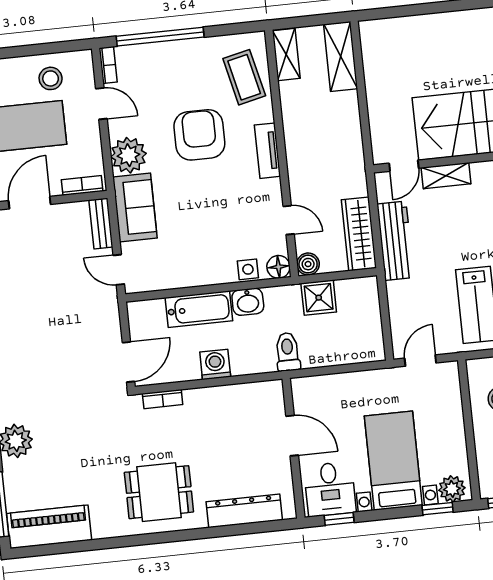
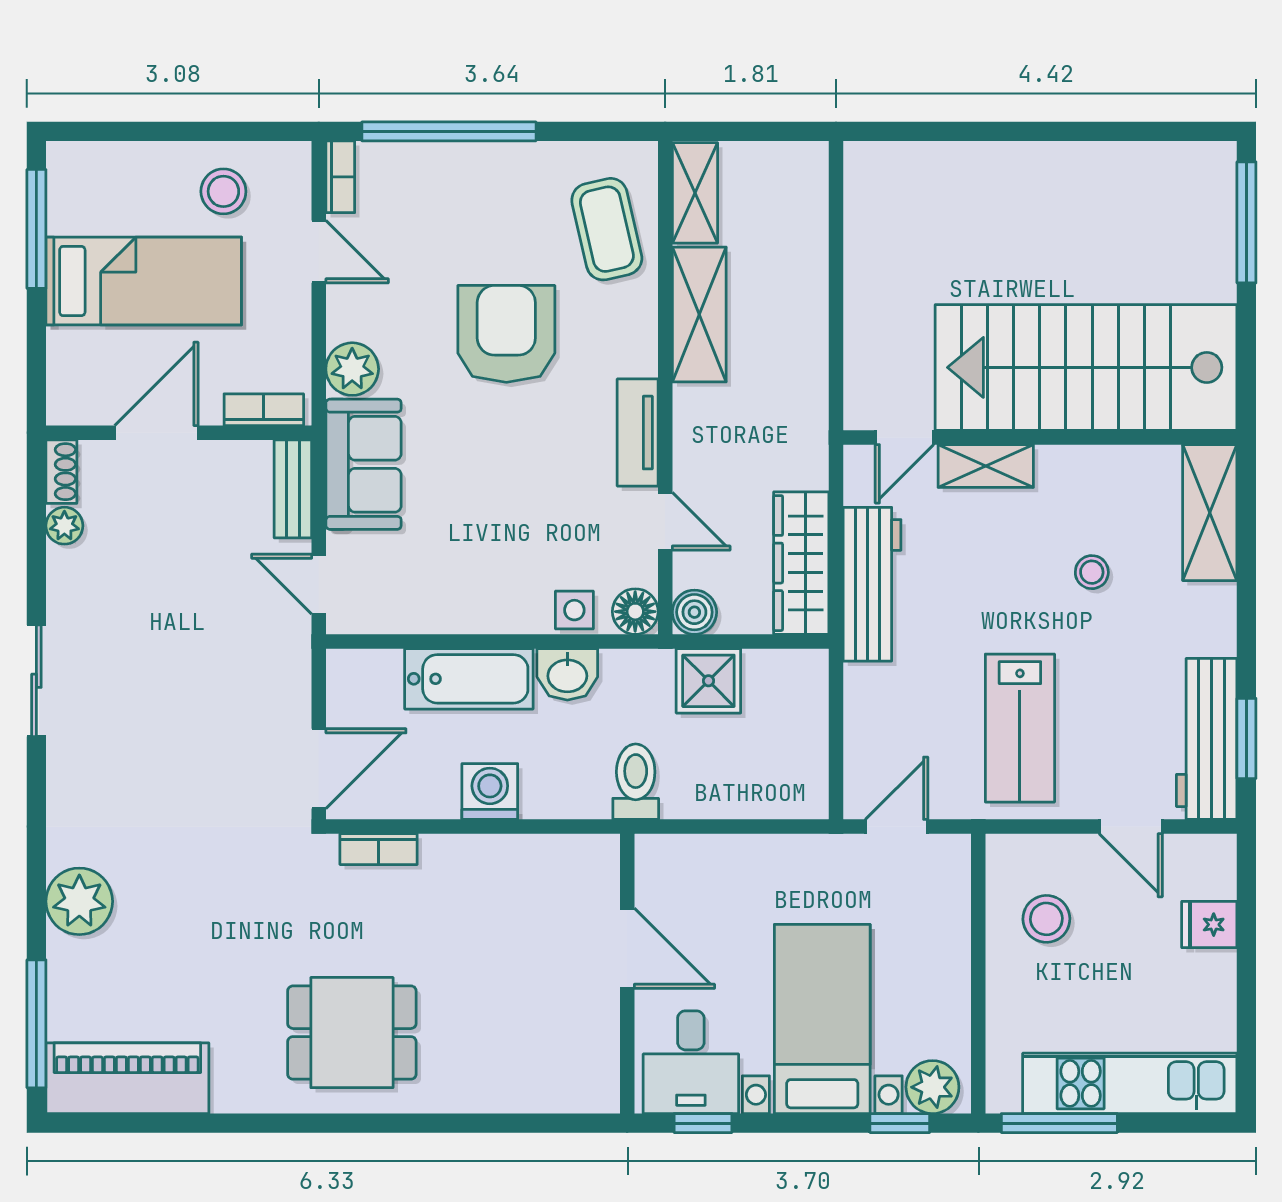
shelving: (341, 57) -> (699, 314), moved
tv unit: (267, 151) -> (638, 433), moved
plant: (128, 155) -> (352, 369), width x0.73, depth x0.73
dresser: (244, 511) -> (517, 1087), removed

